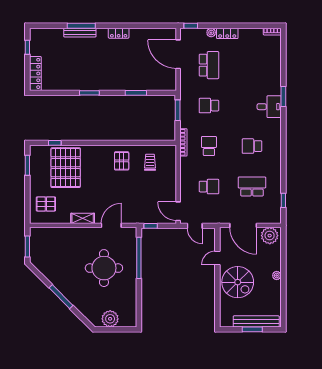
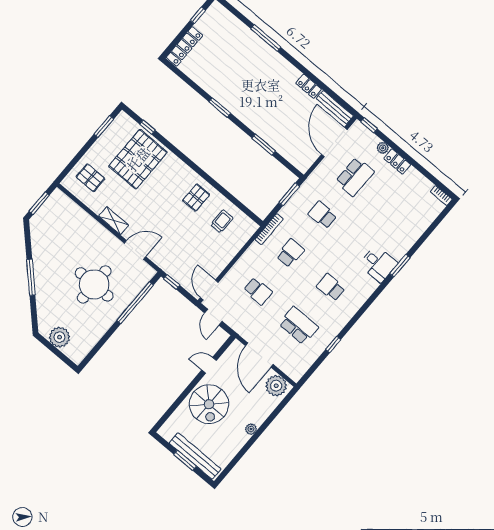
bench: (80, 33) -> (335, 107), moved
locker: (119, 33) -> (309, 86), moved
window: (283, 200) -> (333, 344), moved

